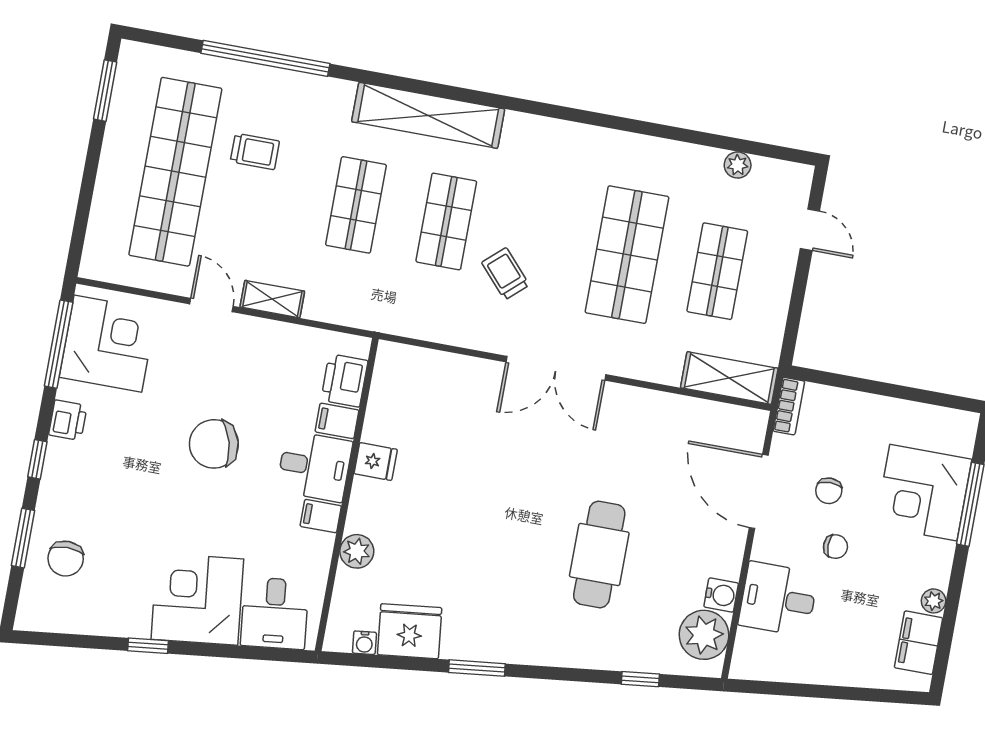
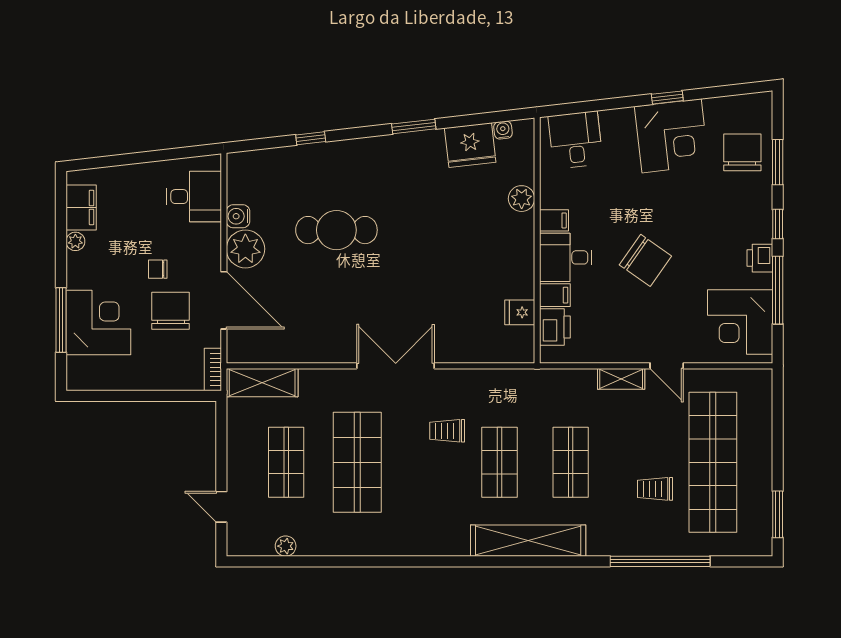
trolley: (505, 274) -> (447, 431), turned 132
window: (59, 344) -> (778, 290), moved
chair: (214, 444) -> (645, 260), turned 50
fridge: (376, 462) -> (520, 312), moved
chair: (829, 491) -> (171, 311), width x1.87, depth x1.87
cafe table: (599, 554) -> (336, 230), turned 90
chair: (66, 559) -> (742, 152), width x1.37, depth x1.37
corner desk: (197, 599) -> (672, 136), moved
desk: (778, 599) -> (194, 197), moved
plant: (704, 635) -> (245, 249), moved
window: (640, 679) -> (311, 138), moved

